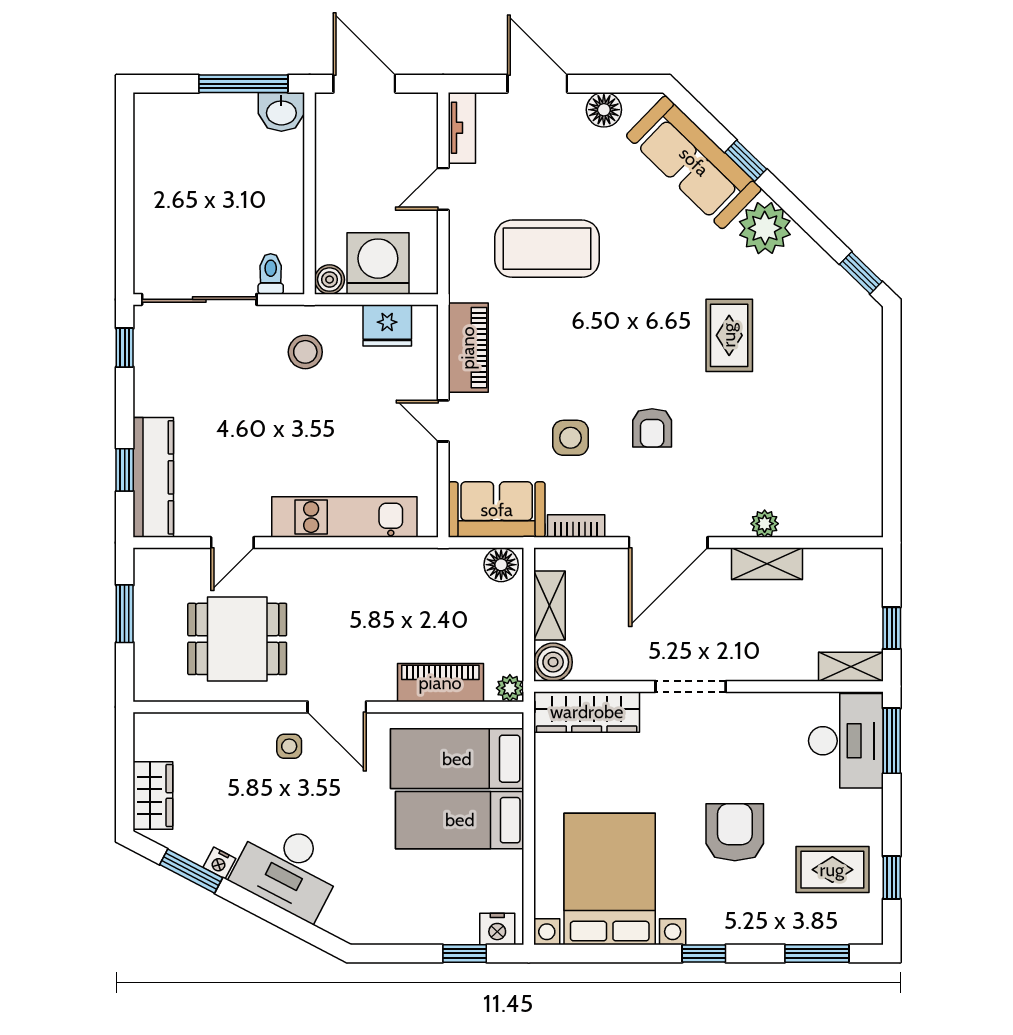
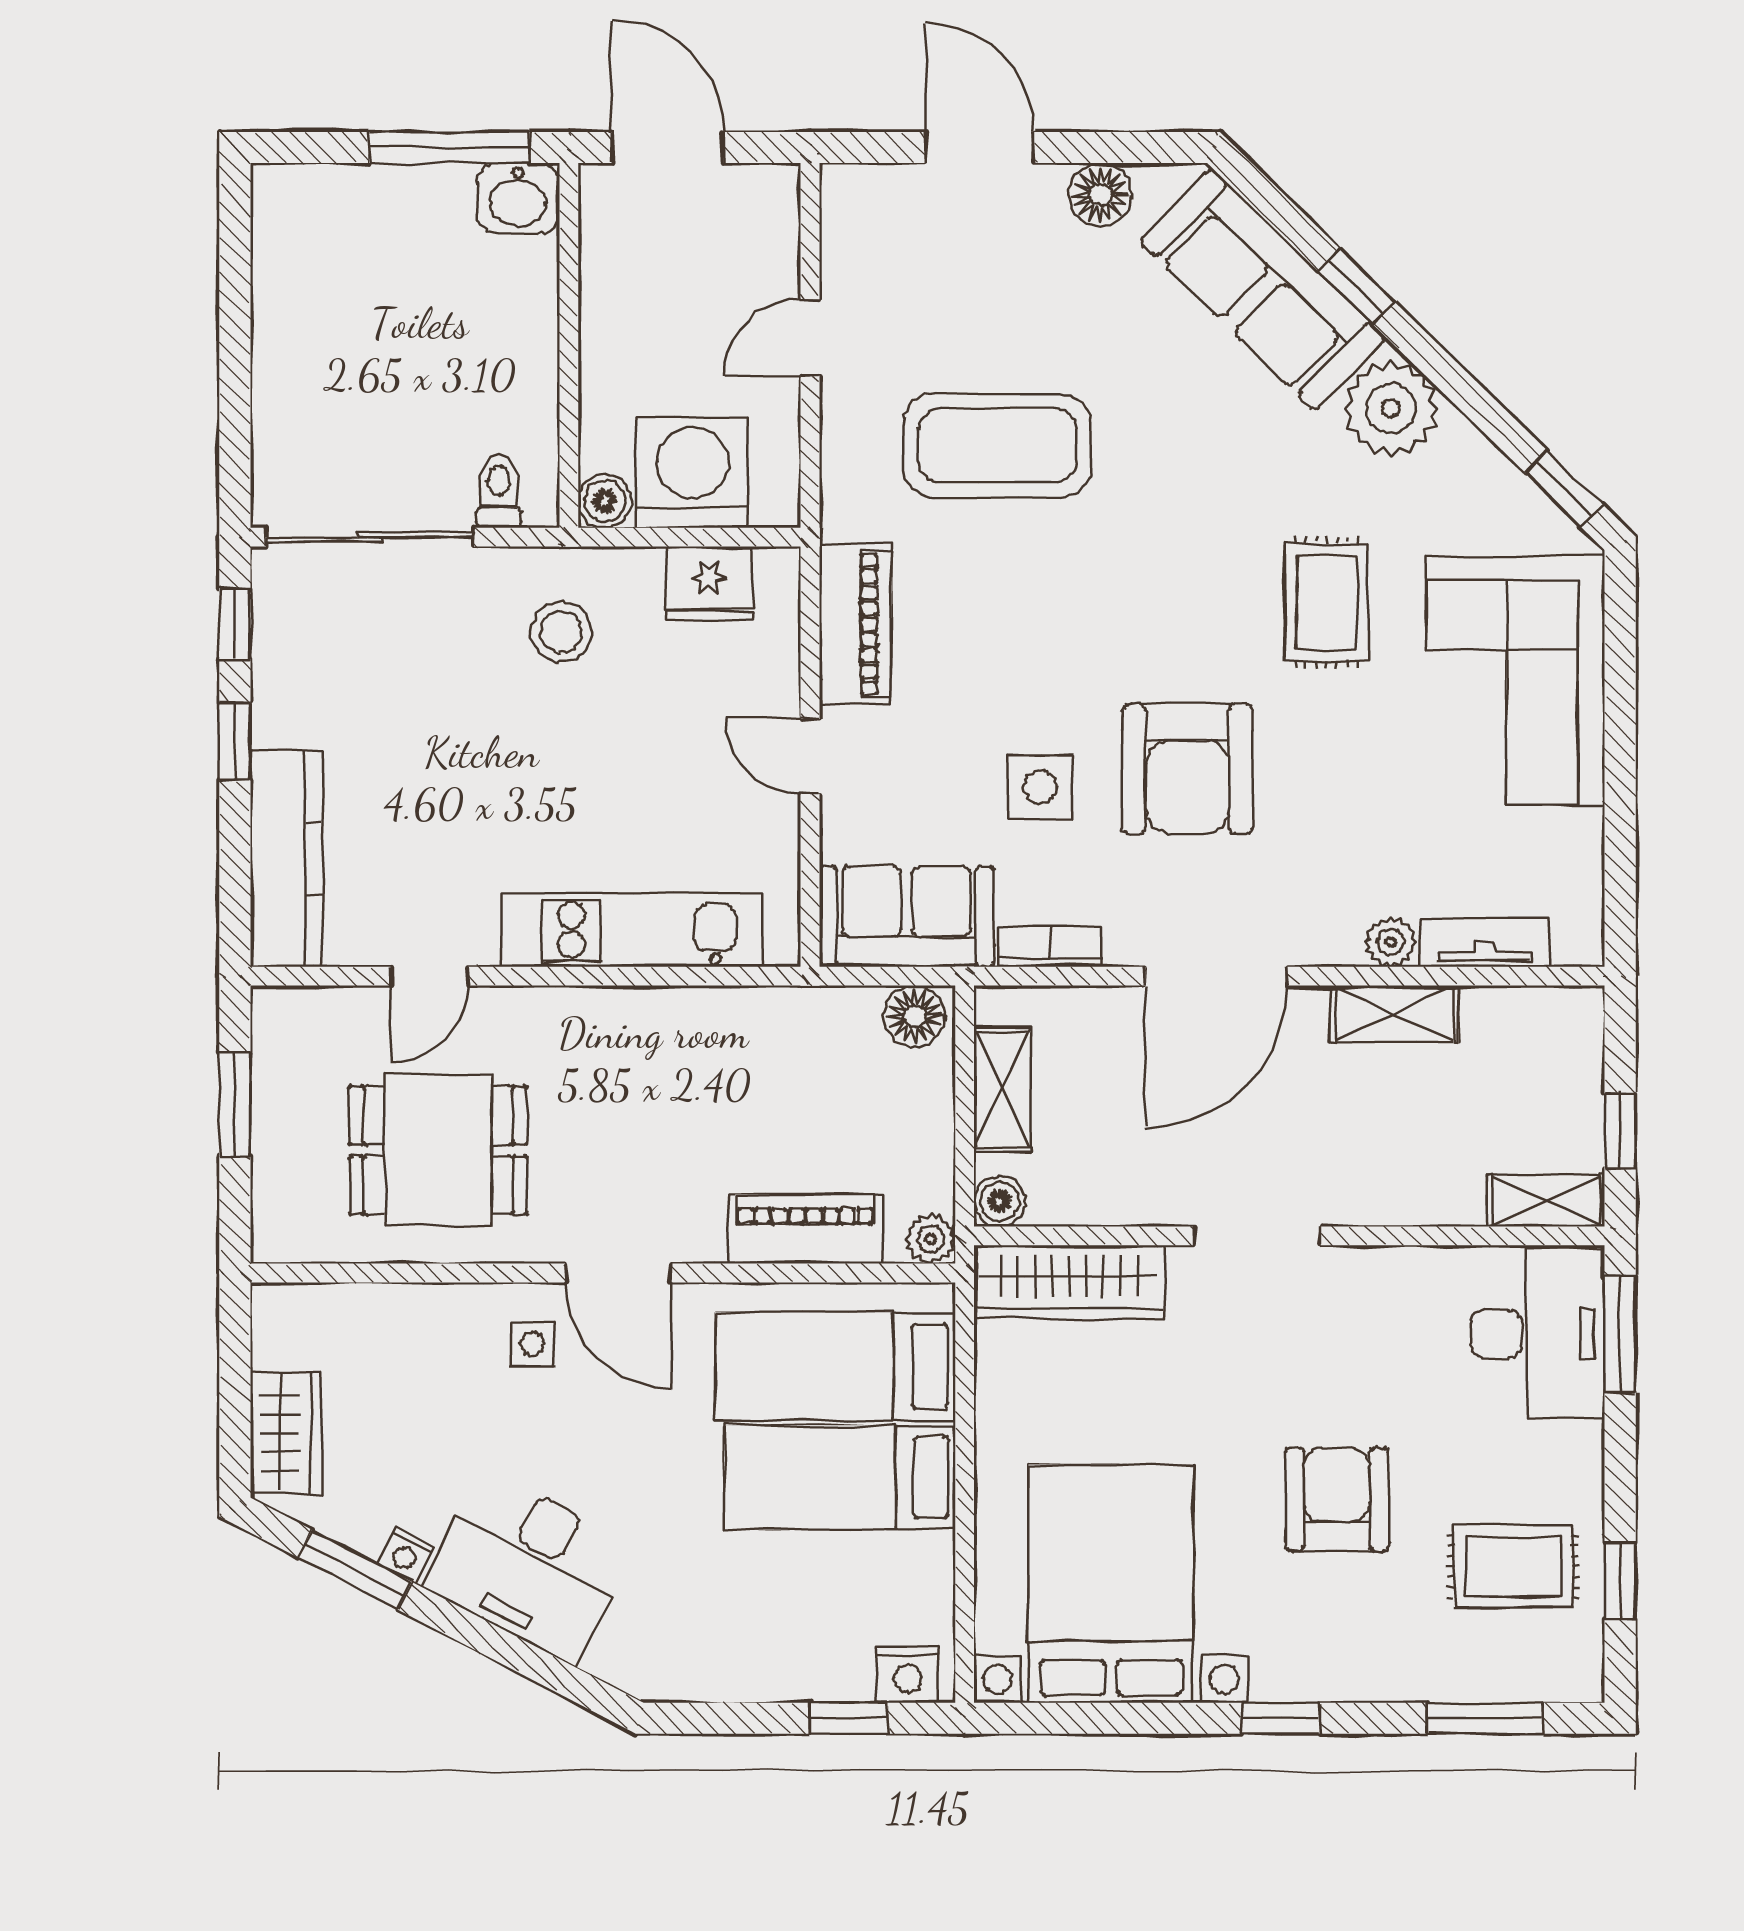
tv unit: (462, 128) -> (1485, 942), moved, turned -90
corner sofa: (834, 379) -> (1516, 680), added
armchair: (652, 428) -> (1187, 769), width x1.88, depth x1.88
window: (125, 470) -> (235, 741), moved
boiler: (553, 662) -> (999, 1201), width x0.73, depth x0.73

